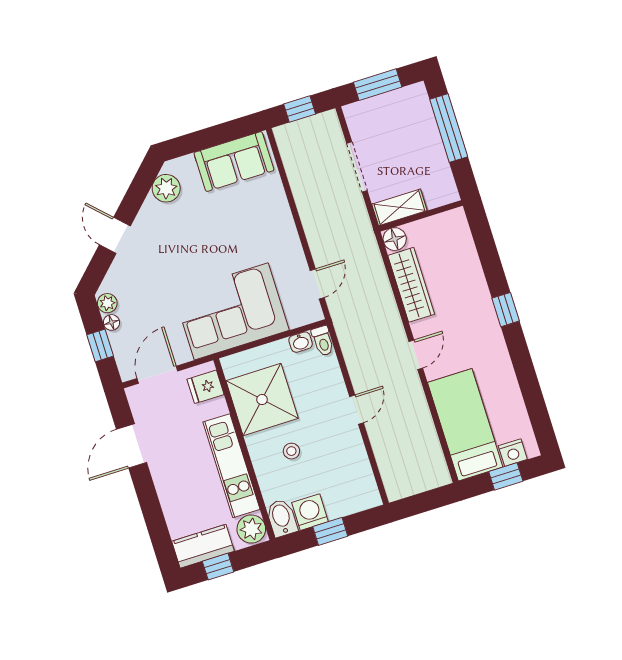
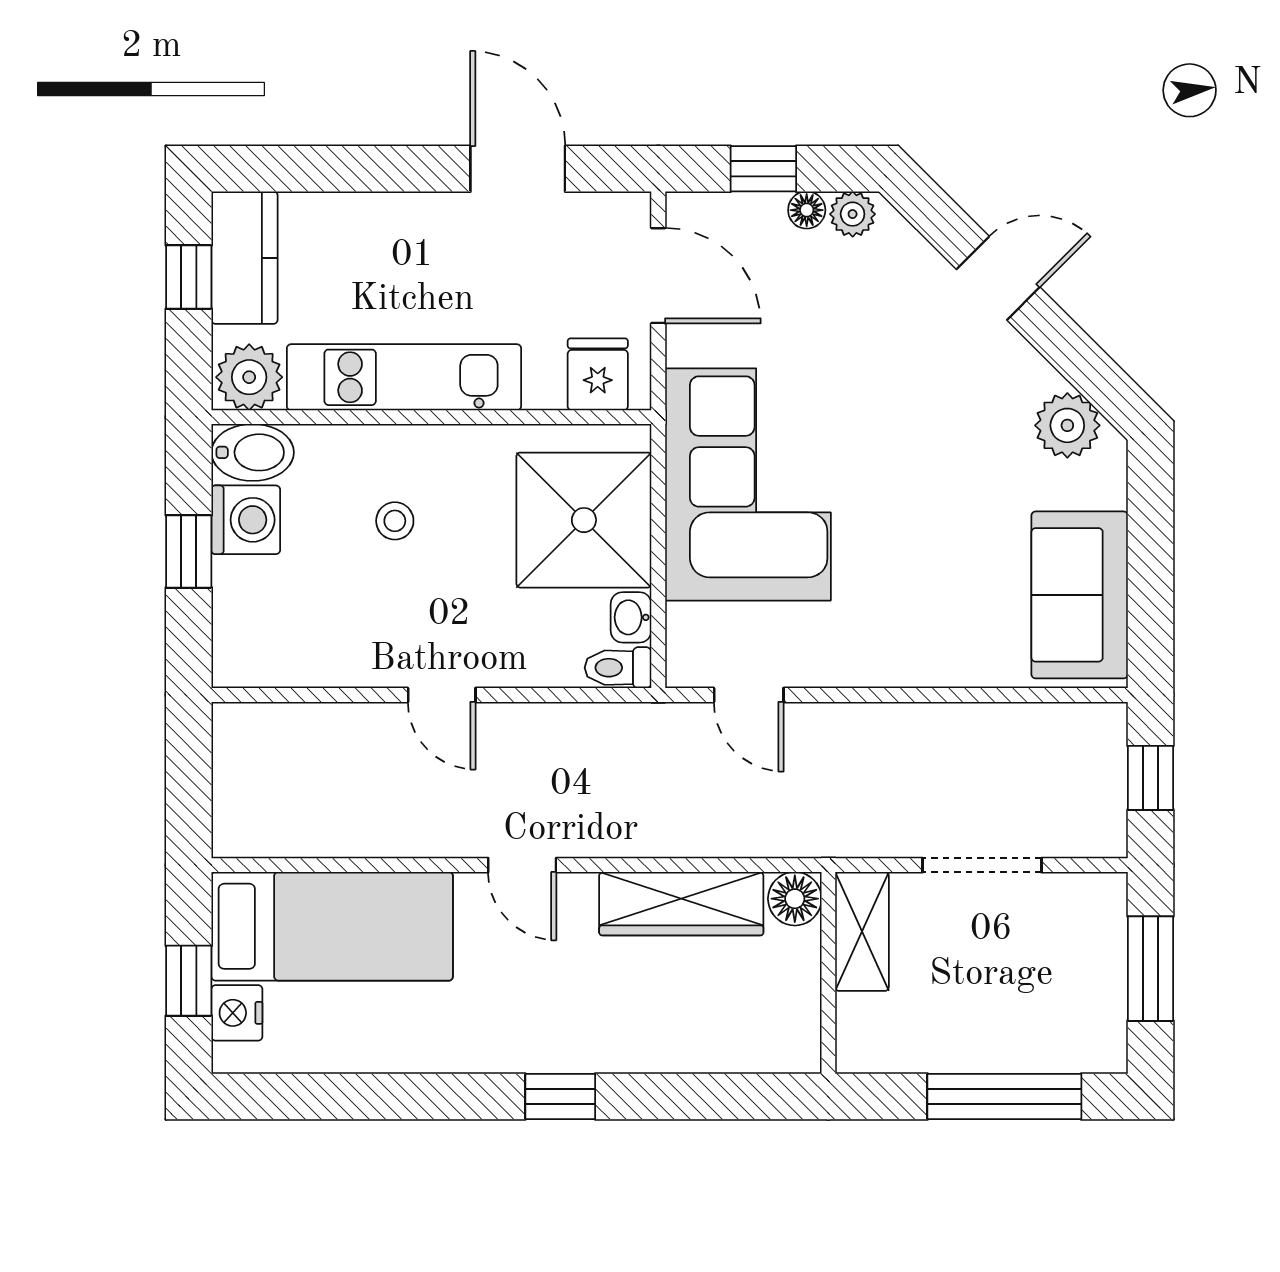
shower: (262, 400) -> (584, 520), moved

